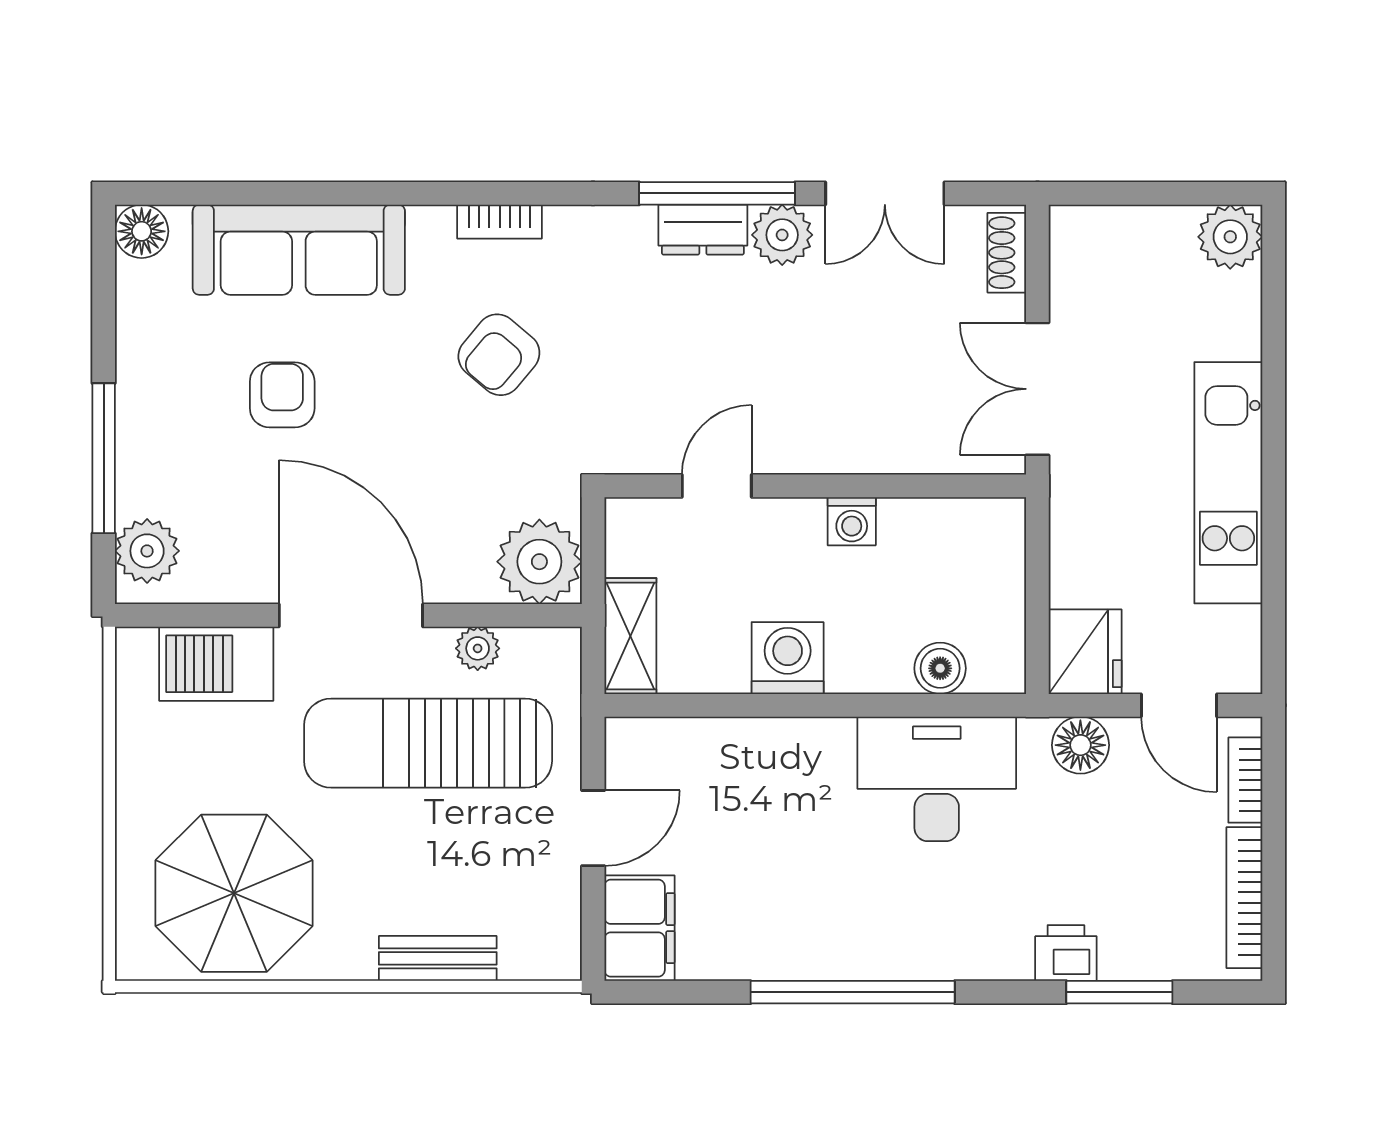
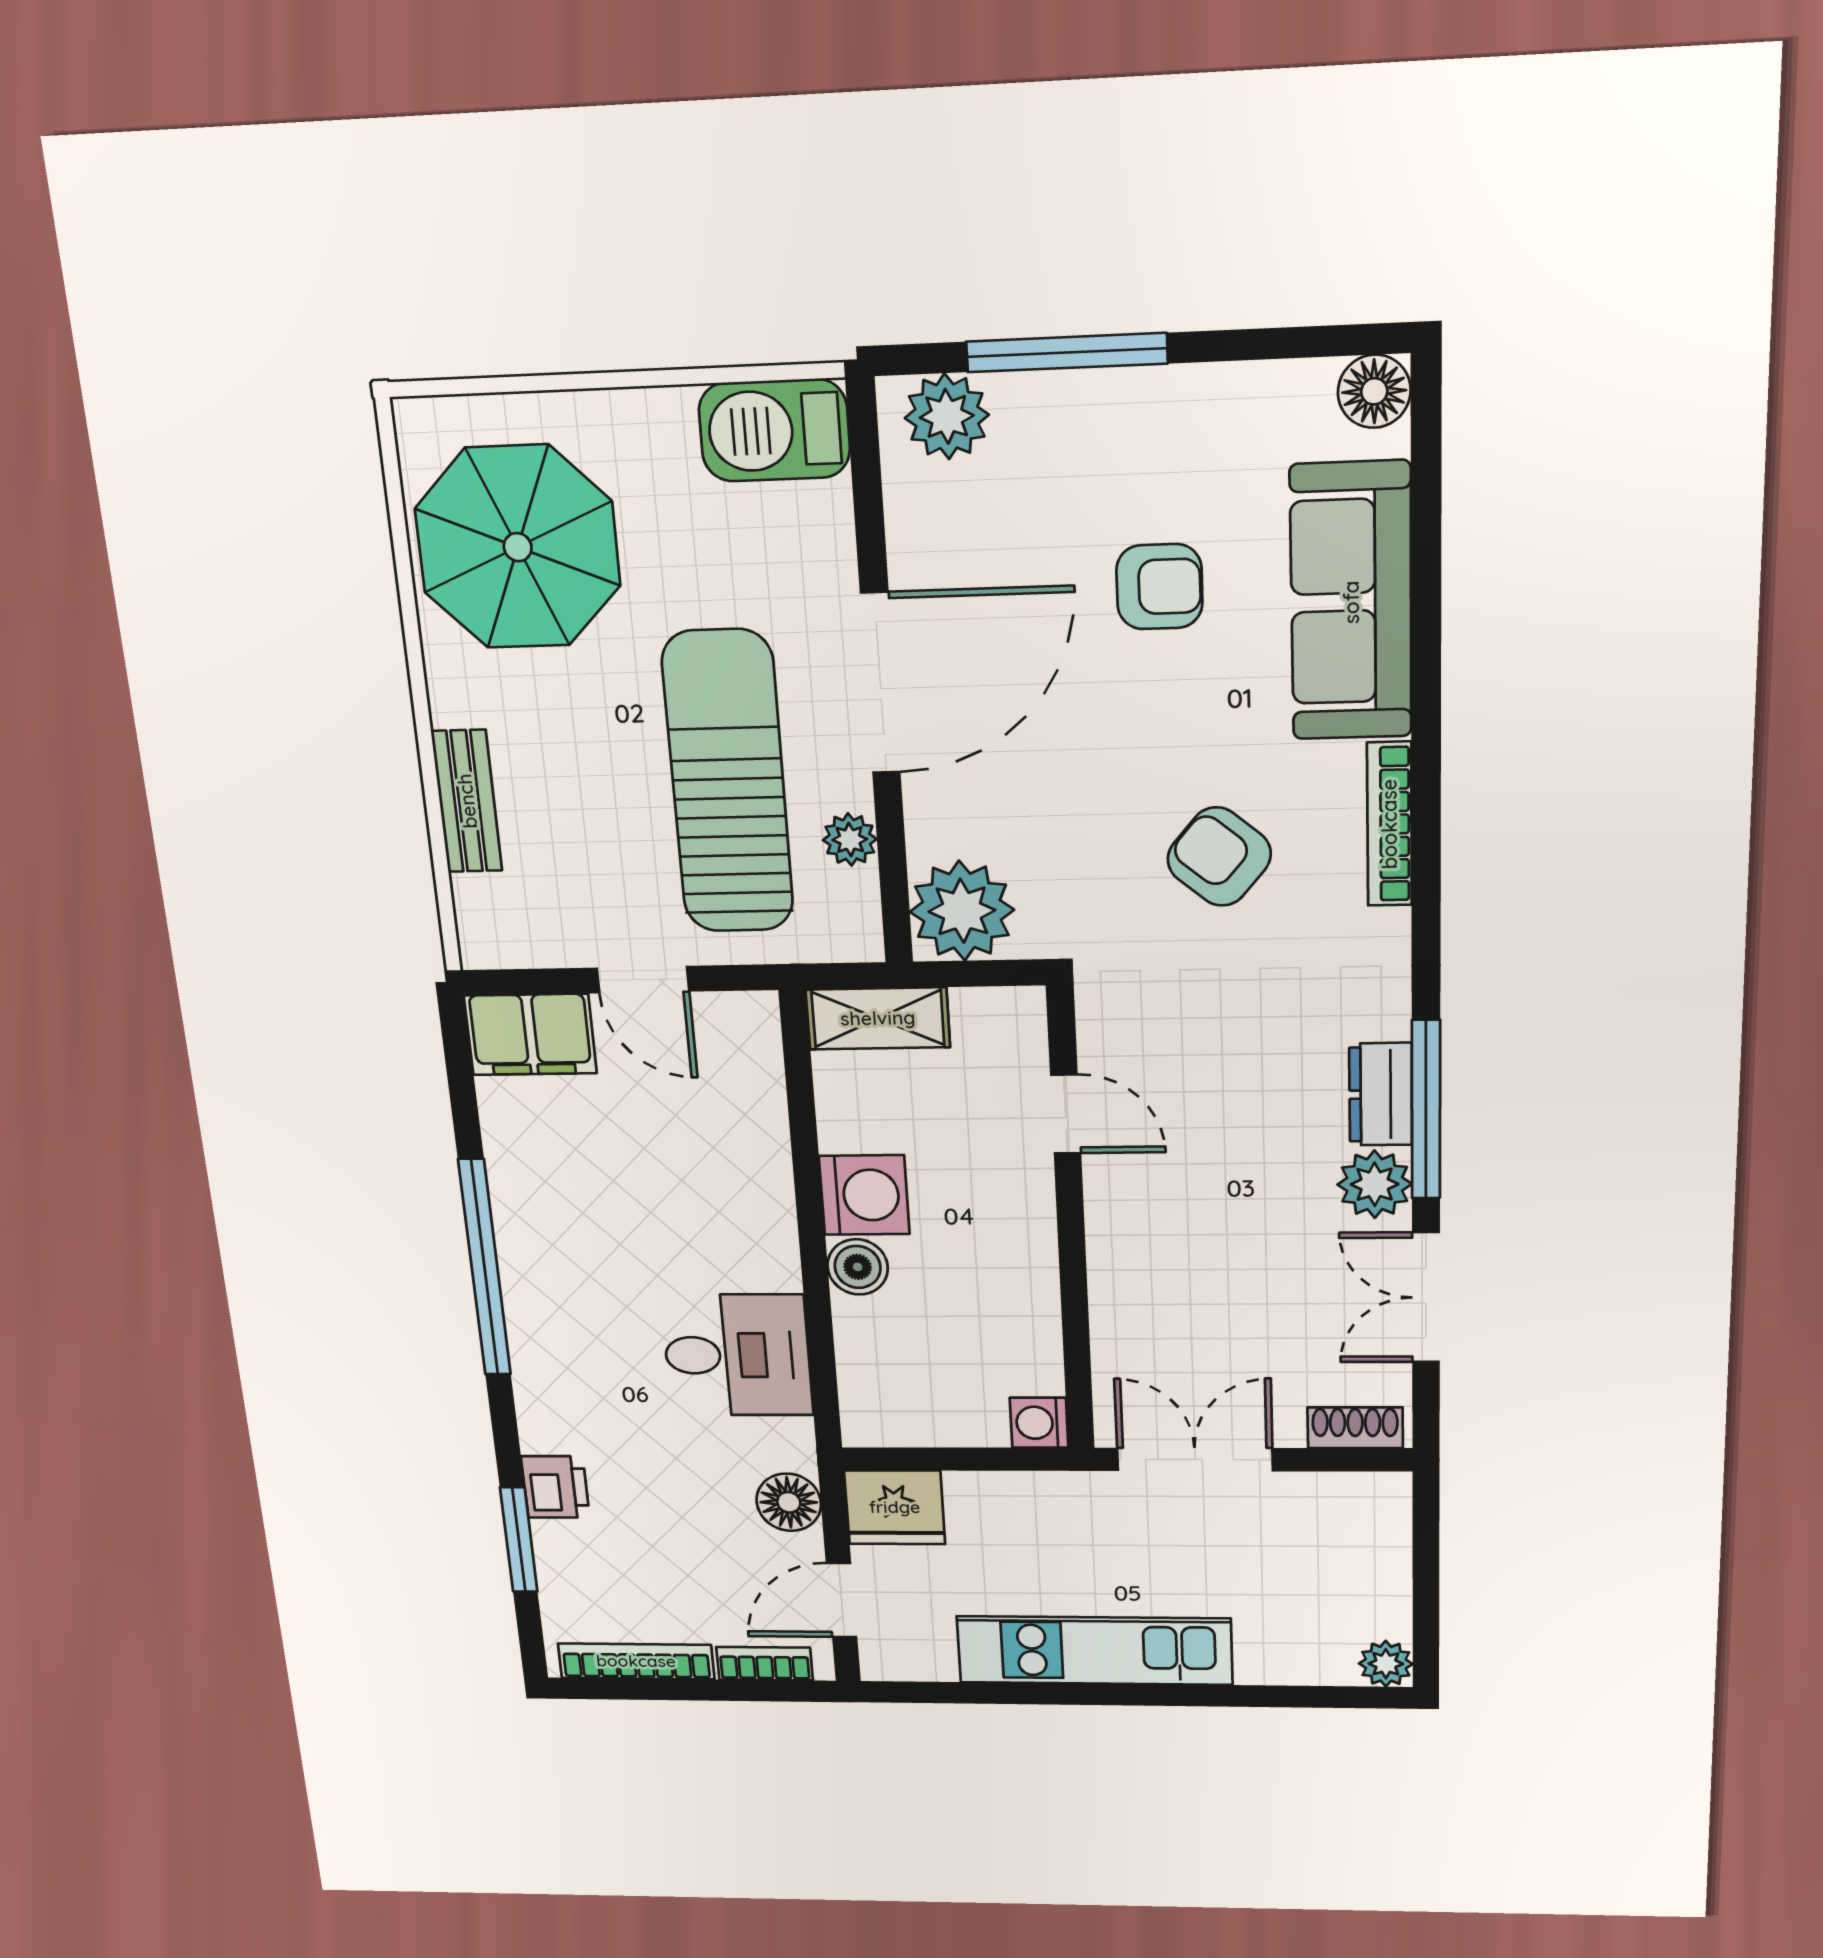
bookcase: (500, 222) -> (1389, 824), width x1.56
plant: (1230, 237) -> (1386, 1664), width x0.73, depth x0.73
washing machine: (852, 521) -> (1039, 1423), moved
barbecue: (216, 664) -> (774, 430), moved, turned -90
boiler: (940, 668) -> (858, 1267), moved
desk: (937, 779) -> (737, 1355), width x0.73

